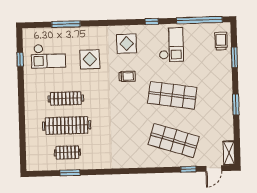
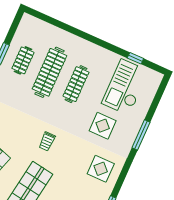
window: (66, 24) -> (141, 135), moved
checkout: (48, 56) -> (125, 87), width x1.36, depth x1.21
trolley: (127, 76) -> (47, 141), moved

